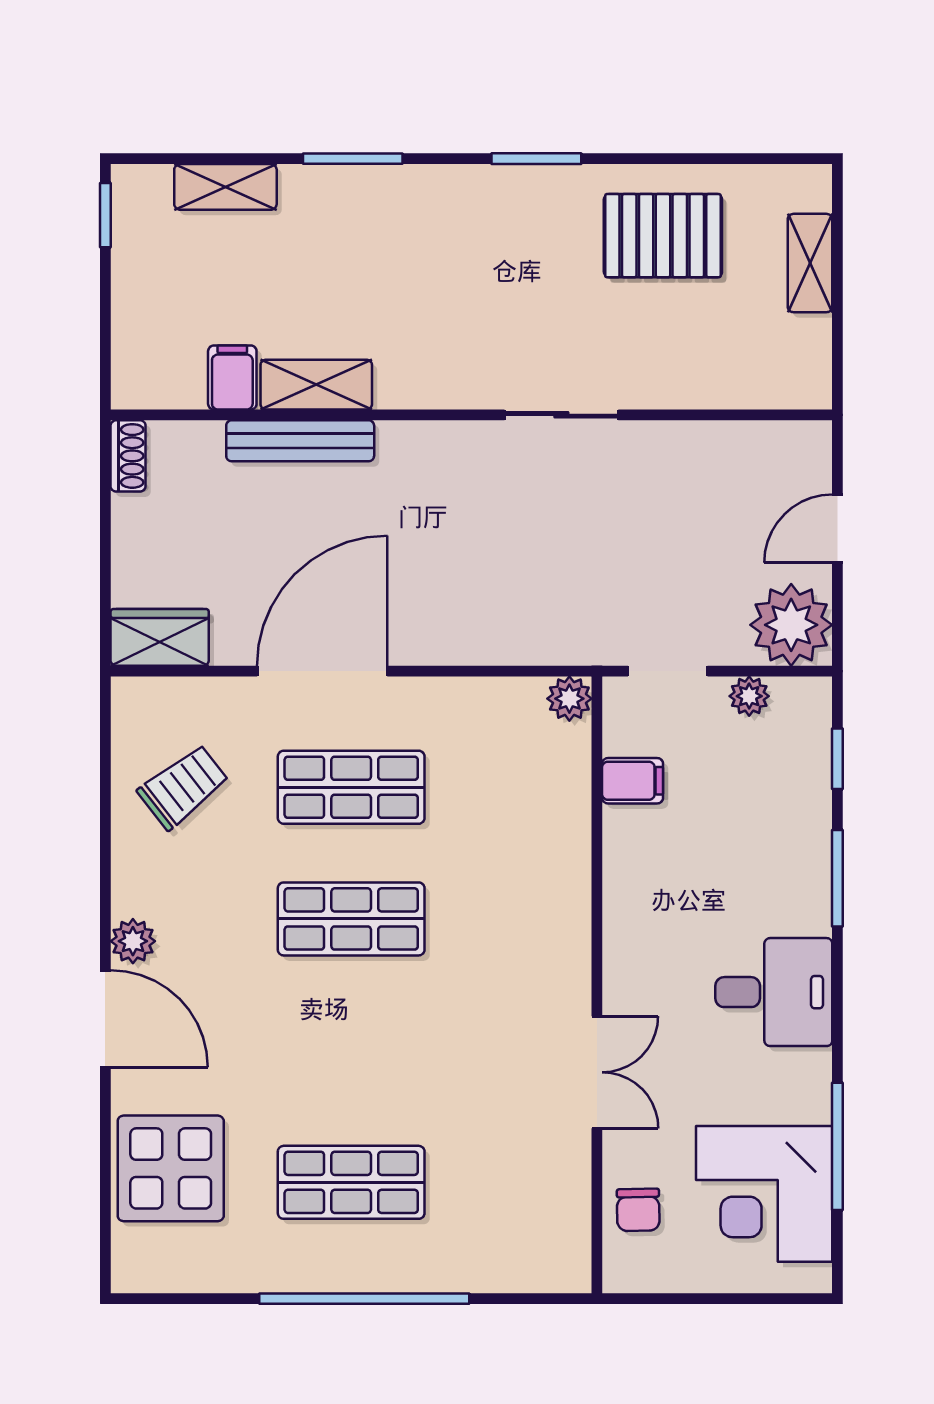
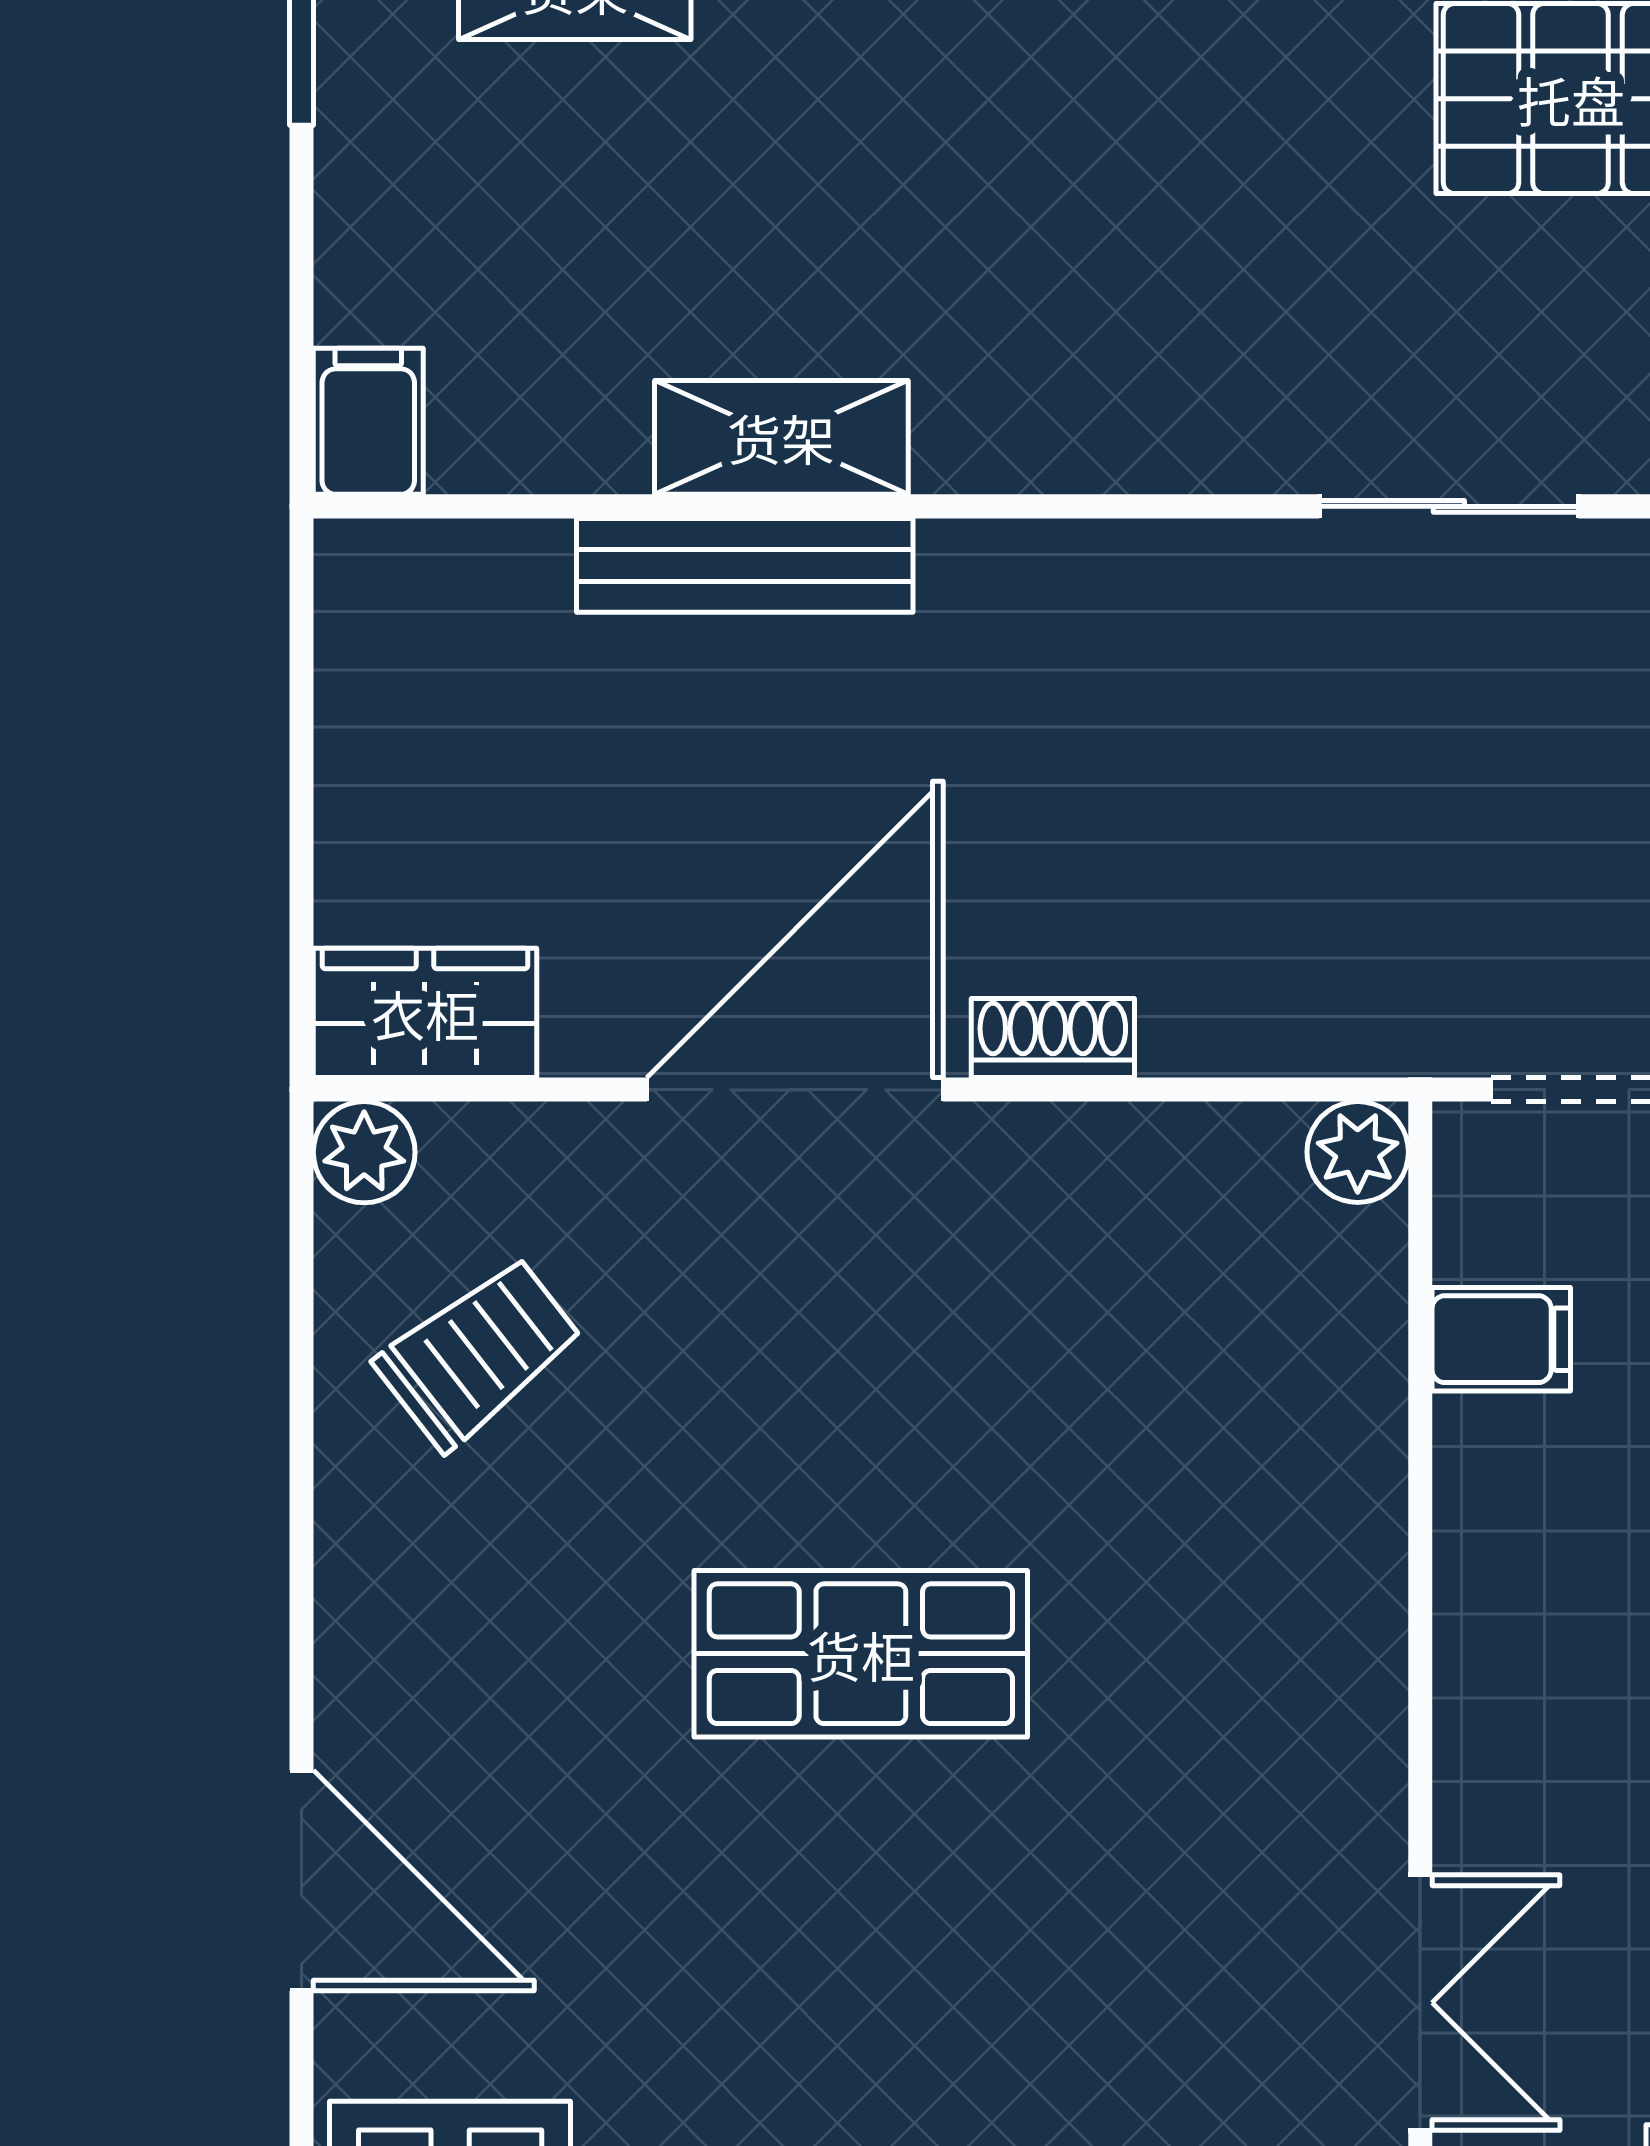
filing cabinet: (232, 378) -> (368, 421), moved
sliding door: (561, 415) -> (1449, 506), moved
shoe rack: (128, 456) -> (1053, 1038), moved, turned -90
shop shelf: (351, 787) -> (861, 1354), removed
plant: (133, 941) -> (364, 1152), moved

